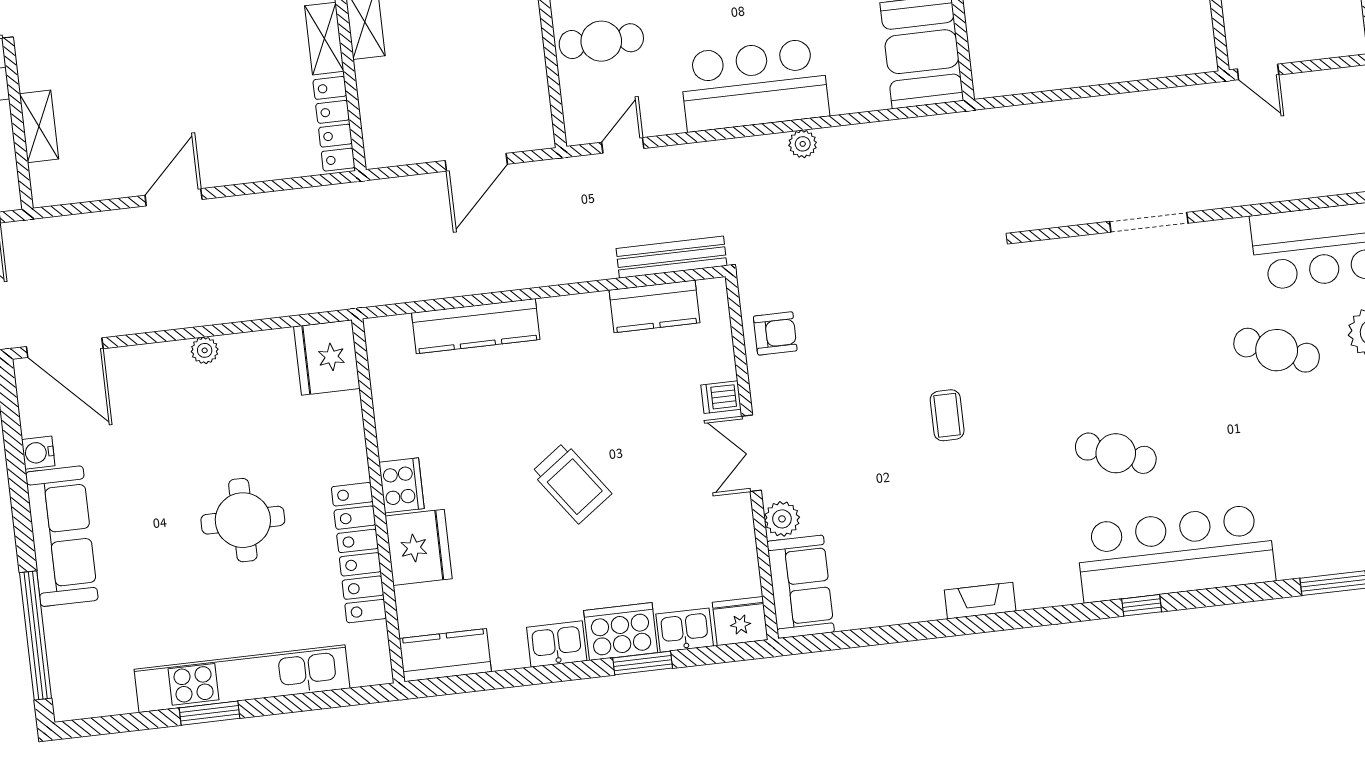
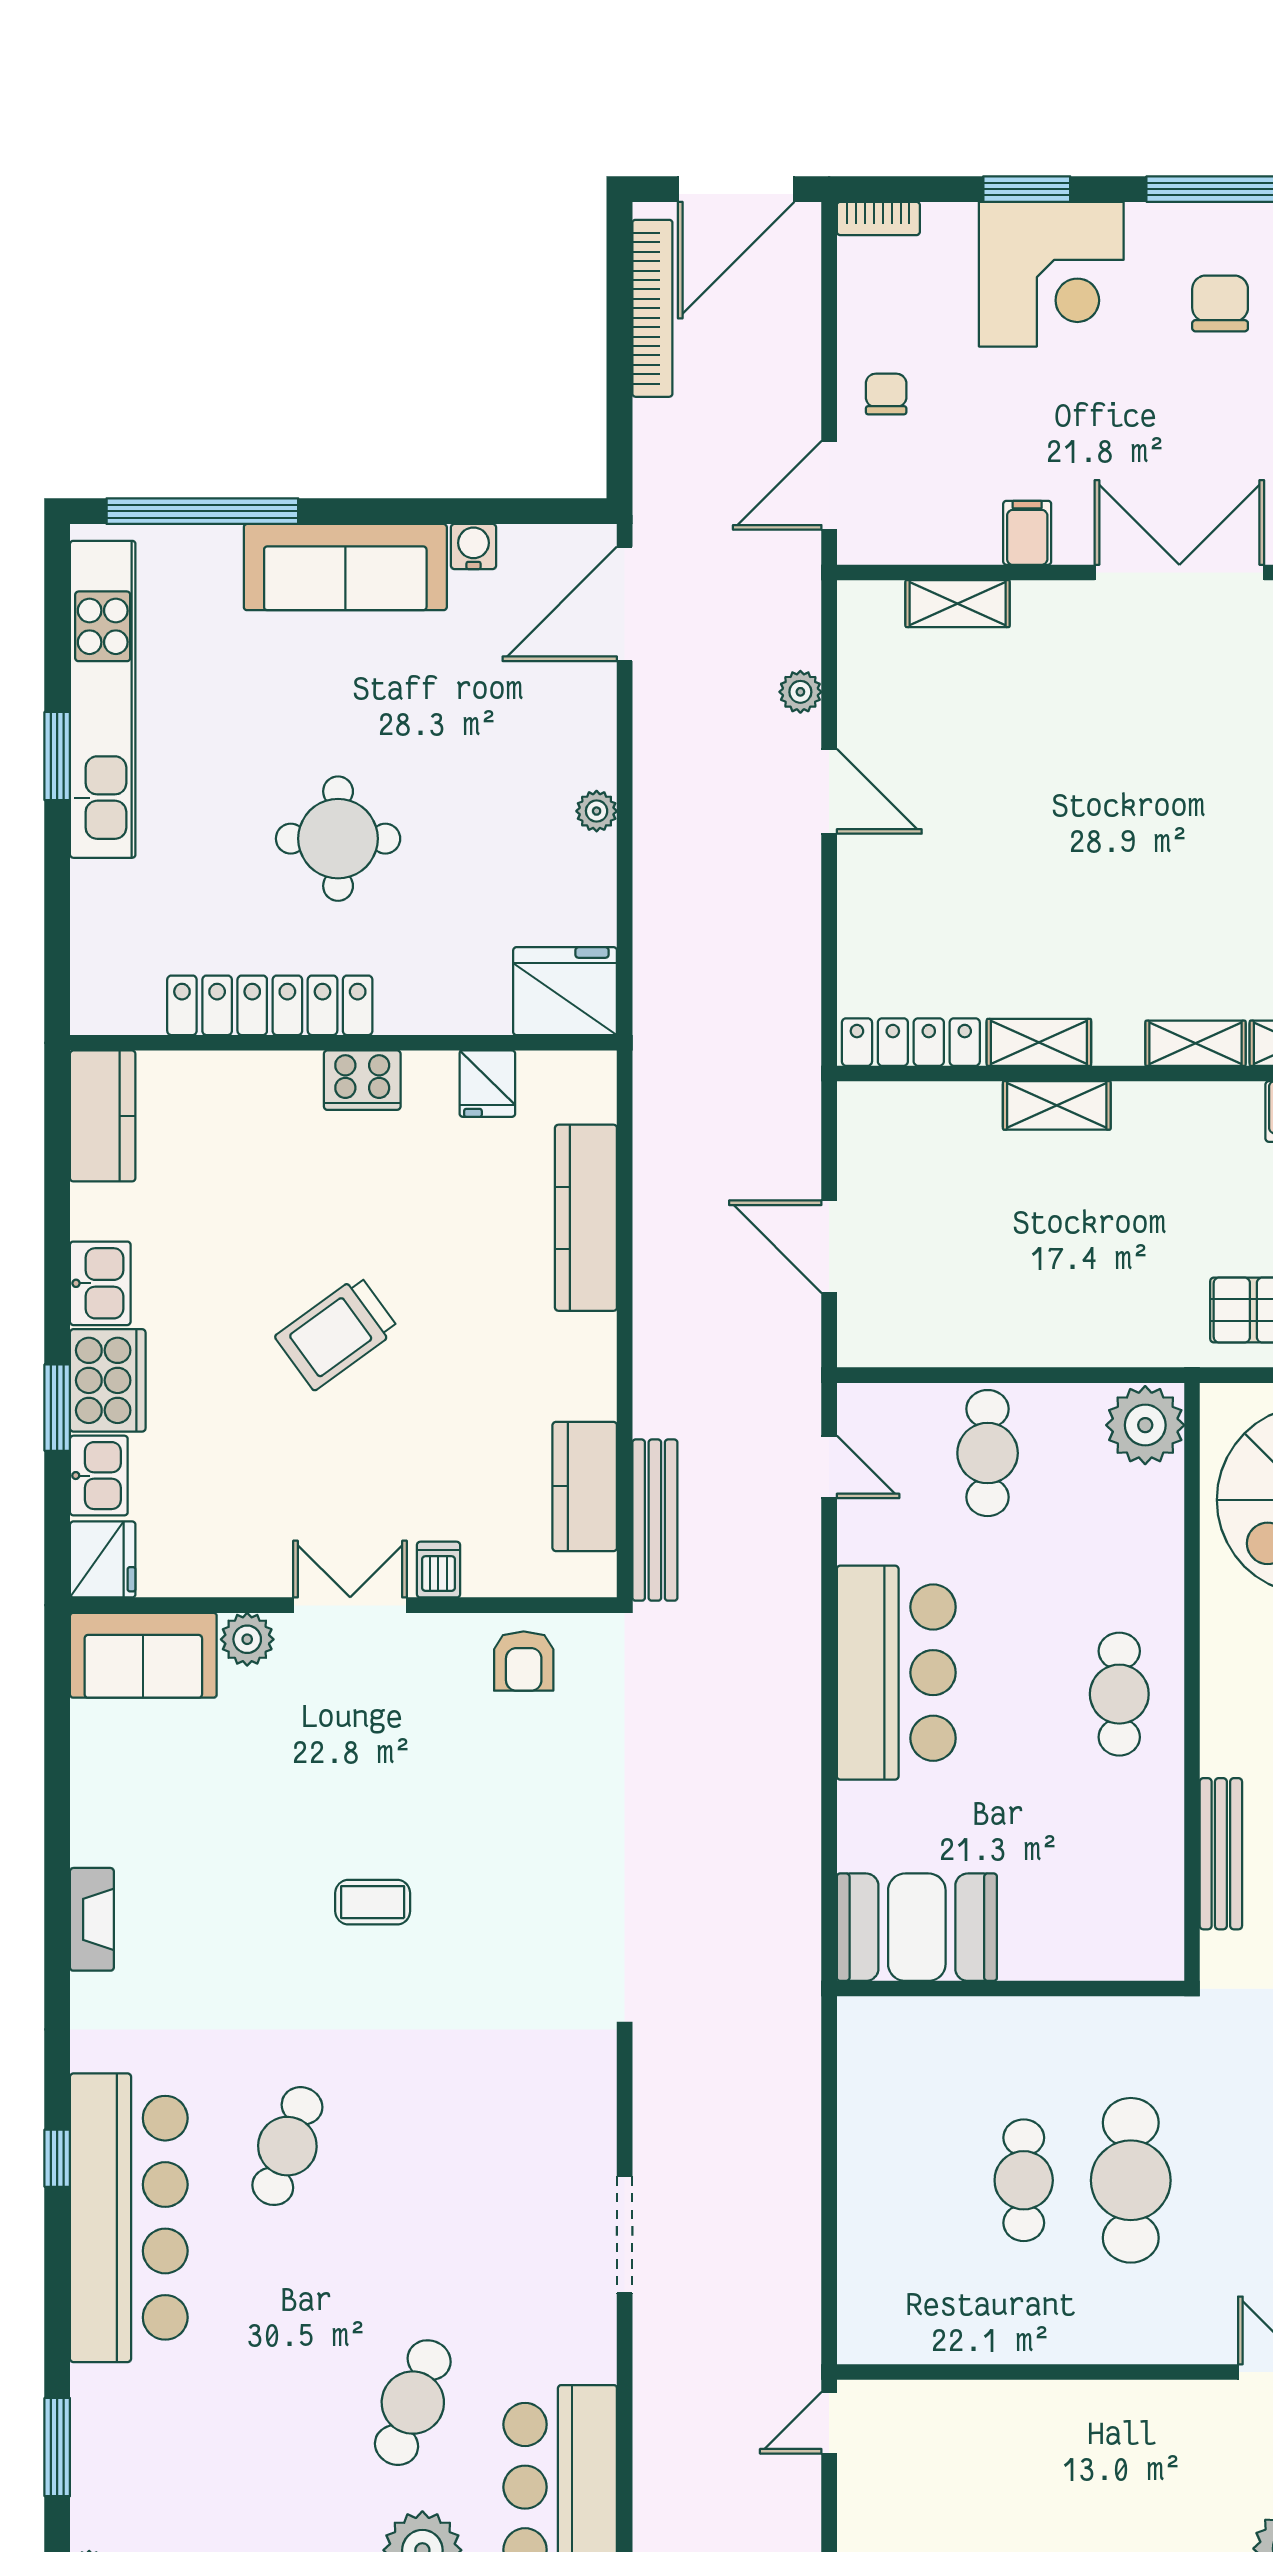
plant: (803, 144) -> (800, 692), moved
fridge: (419, 547) -> (487, 1084), moved, width x0.53, depth x0.75
kitchen unit: (242, 679) -> (103, 699), moved

